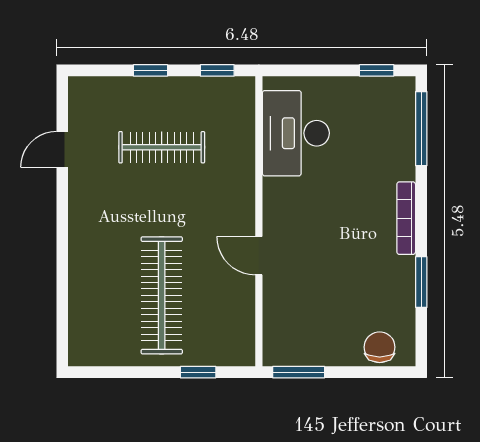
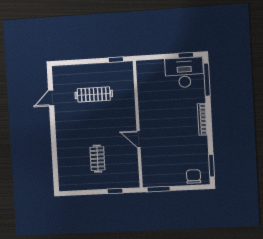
window: (151, 70) -> (87, 61), removed
desk: (296, 133) -> (184, 73), moved, turned 90
window: (421, 282) -> (211, 166), moved
clothes rail: (162, 295) -> (97, 159), width x0.54, depth x0.76

